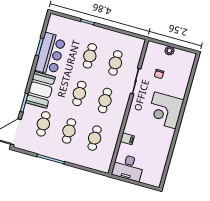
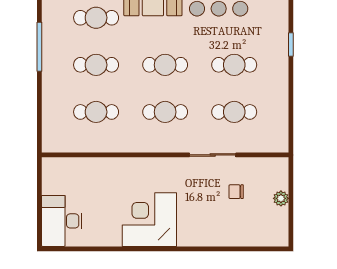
corner desk: (165, 110) -> (149, 220), moved
filing cabinet: (127, 139) -> (110, 168), removed
desk: (128, 167) -> (62, 221), moved

